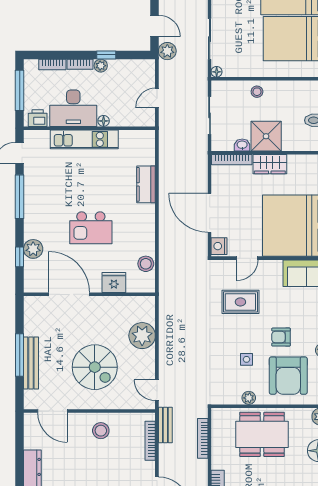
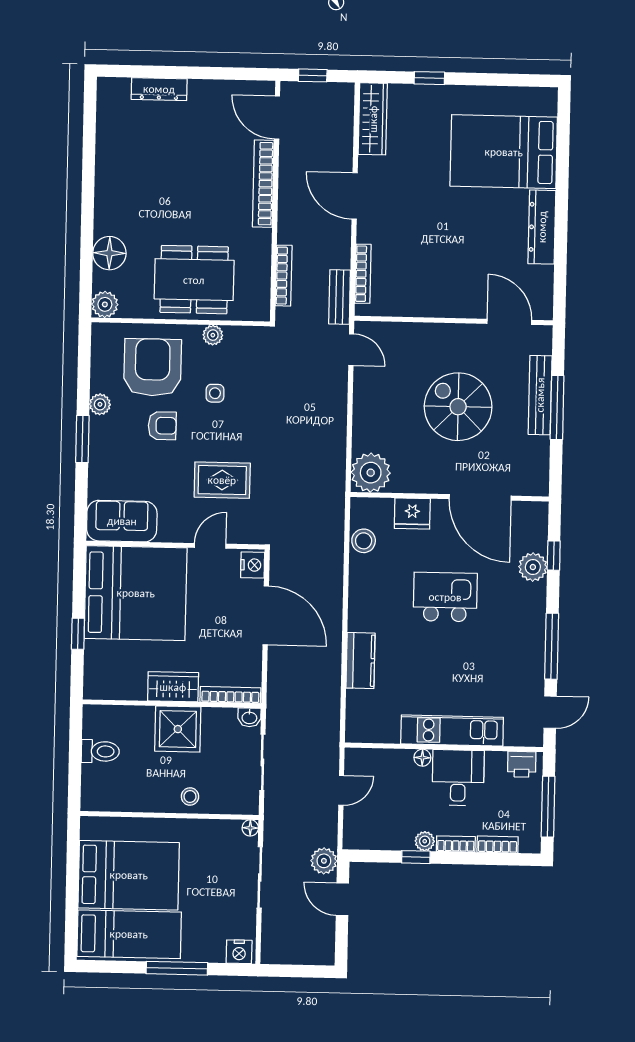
desk: (73, 108) -> (458, 778), width x0.73
washbasin: (242, 145) -> (249, 717), moved
plant: (142, 336) -> (371, 473), moved
spiral stairs: (95, 367) -> (458, 407), moved
stool: (101, 431) -> (437, 291), removed

